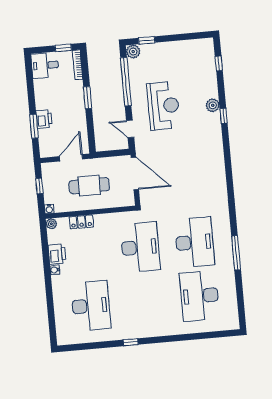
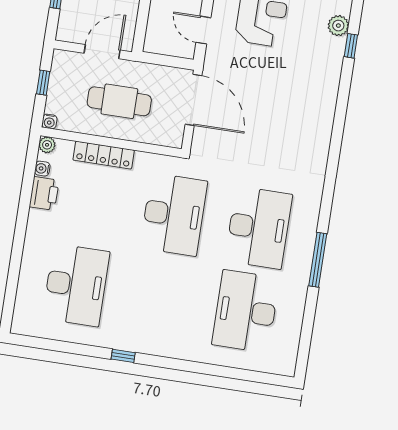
locker: (81, 222) -> (104, 155), width x1.53
water cooler: (55, 270) -> (42, 169), moved

